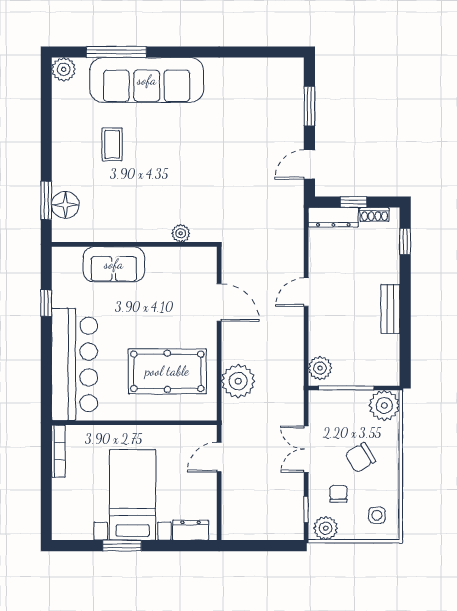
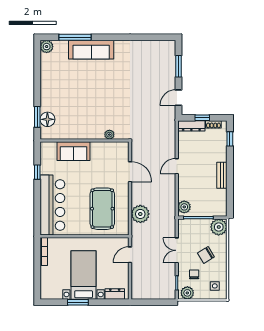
sofa: (147, 80) -> (91, 50), width x0.74, depth x0.79
coffee table: (112, 144) -> (73, 87), removed
pool table: (167, 371) -> (102, 209), turned 90

